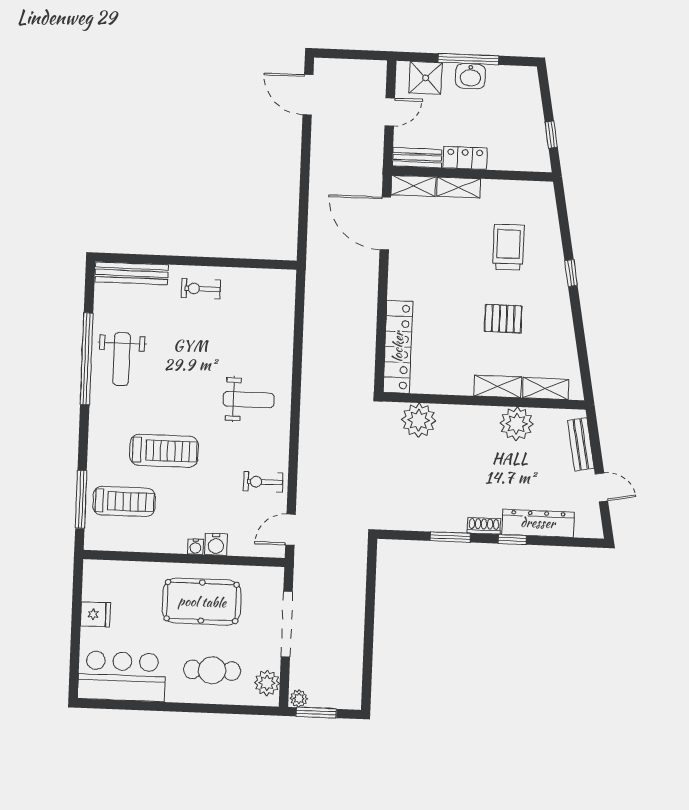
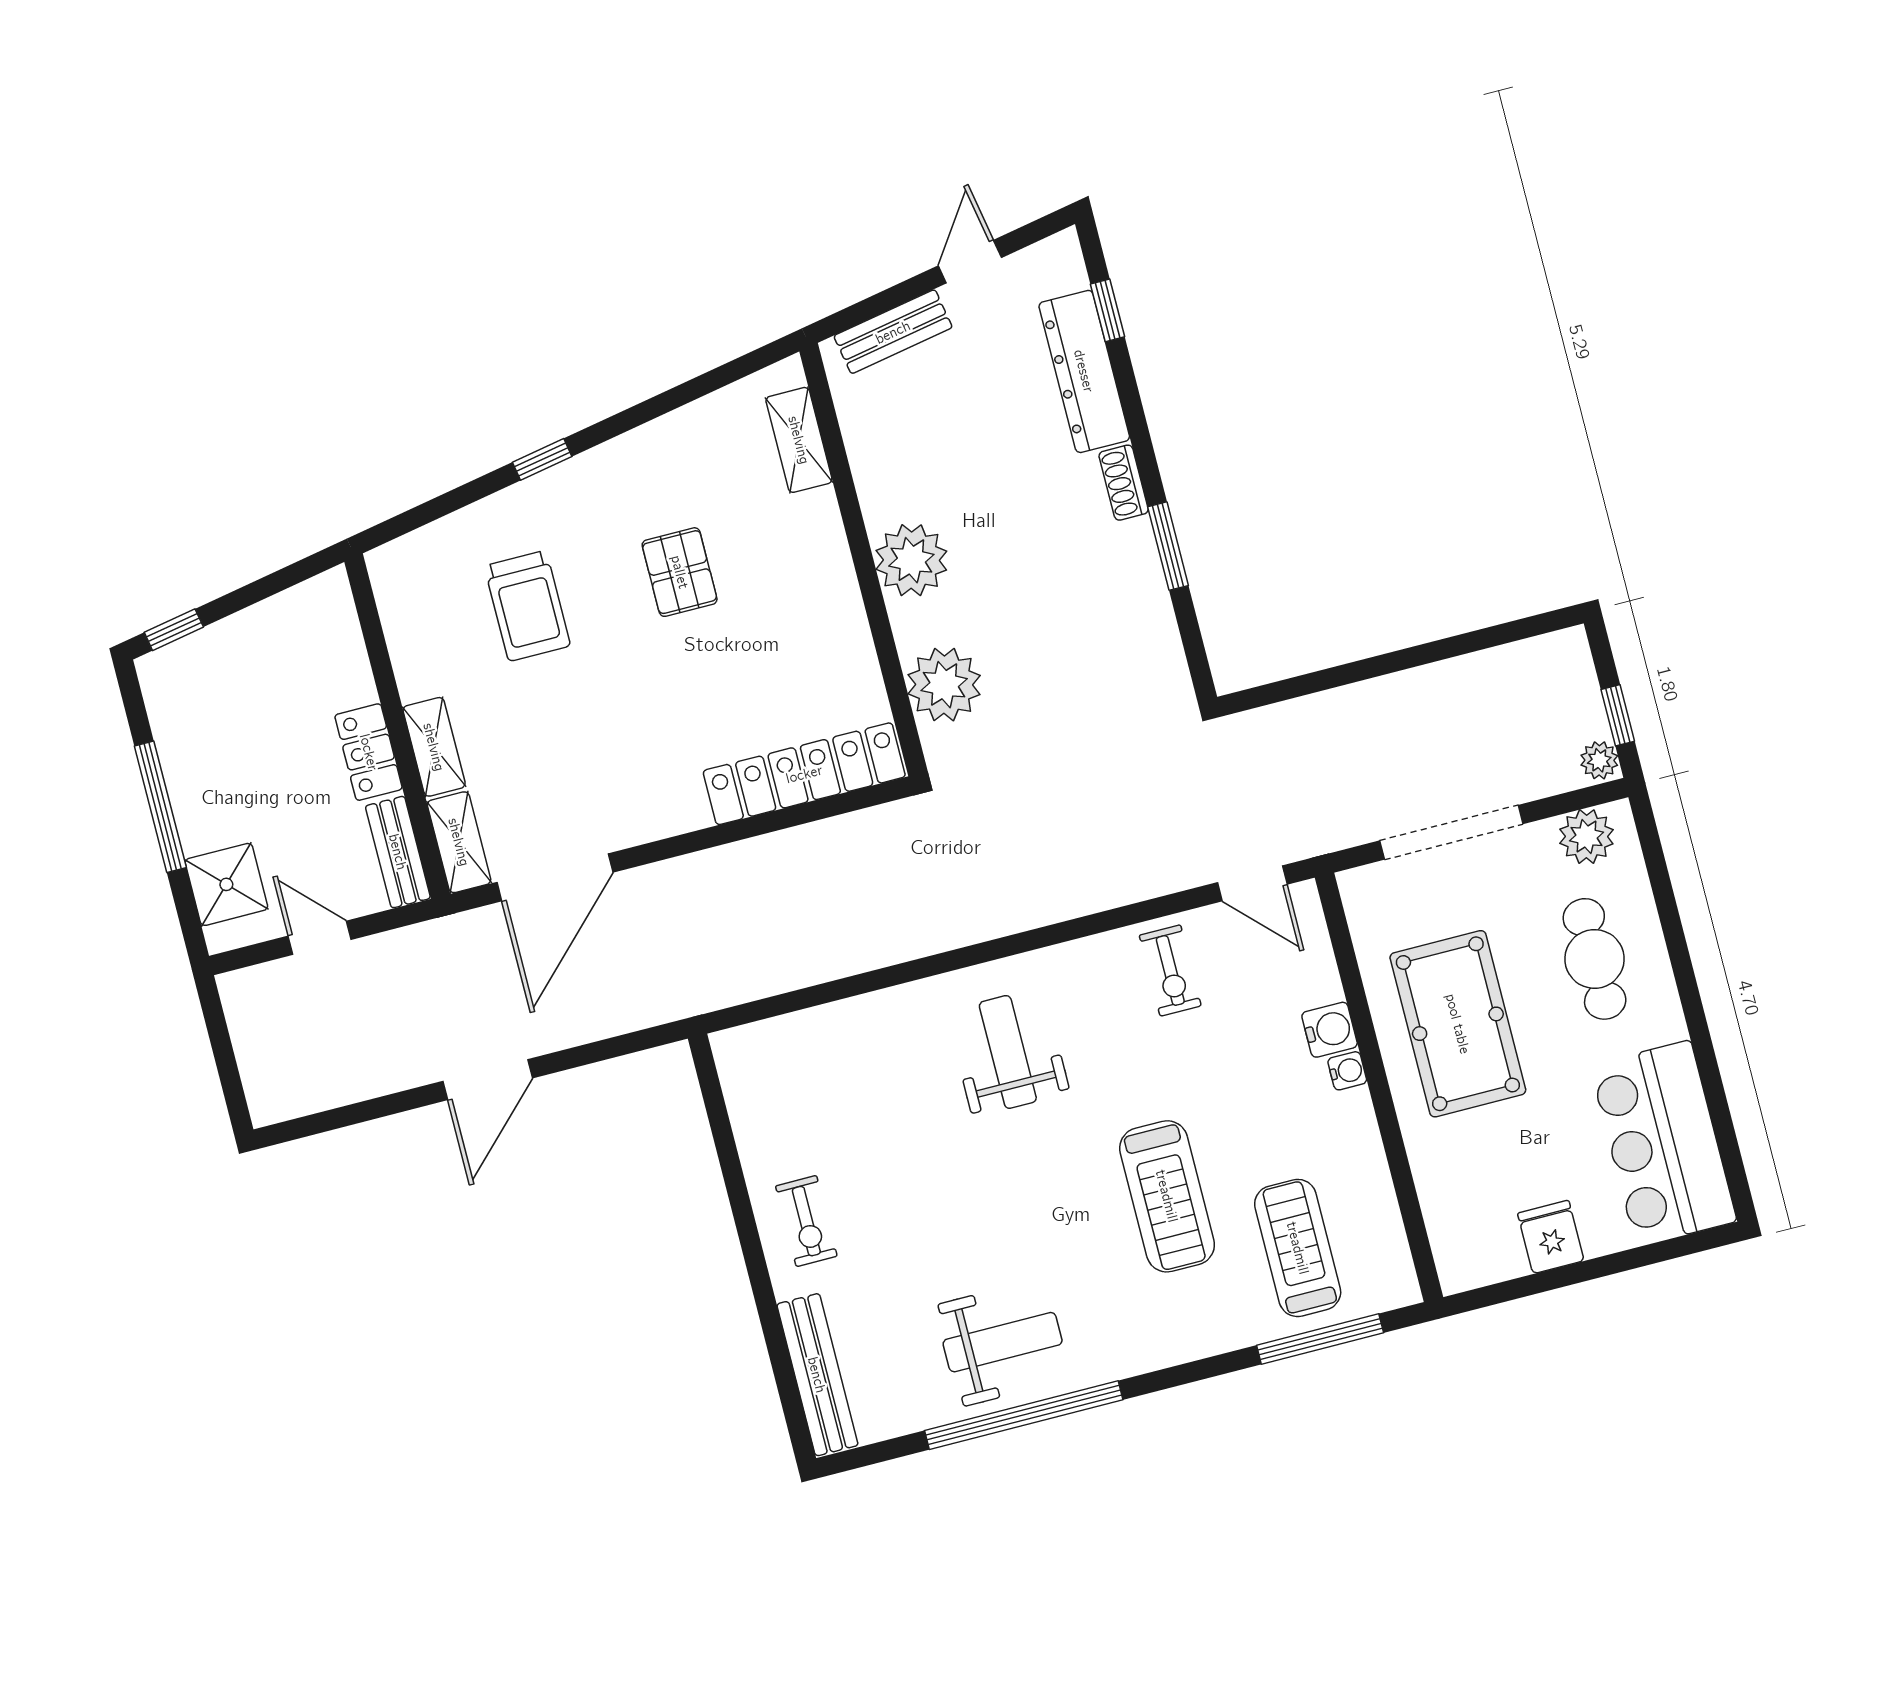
washbasin: (470, 76) -> (195, 792), removed
door: (308, 95) -> (488, 1080), moved
window: (551, 135) -> (174, 630), moved
trolley: (508, 247) -> (527, 606), turned -90
shelving: (498, 386) -> (824, 541), removed
plant: (517, 424) -> (911, 560), moved
treadmill: (164, 451) -> (1167, 1196), turned 180
window: (512, 540) -> (1108, 310), moved
window: (316, 713) -> (1618, 715), width x0.67

